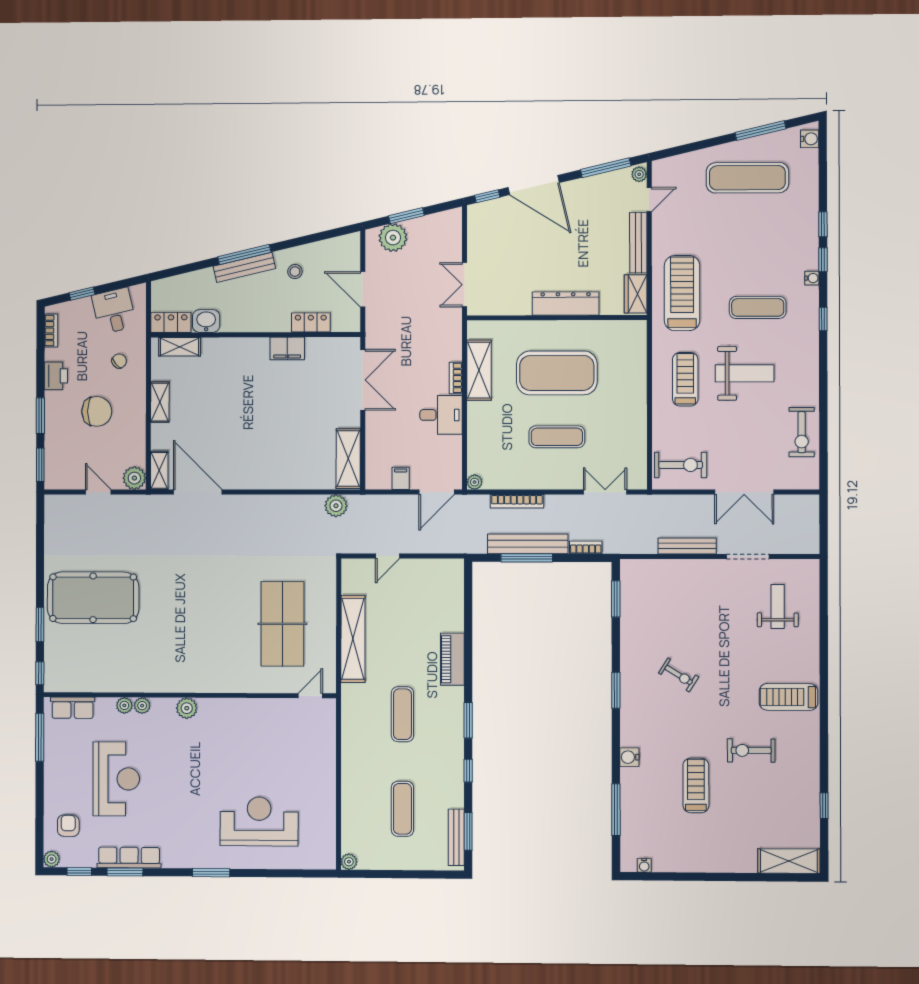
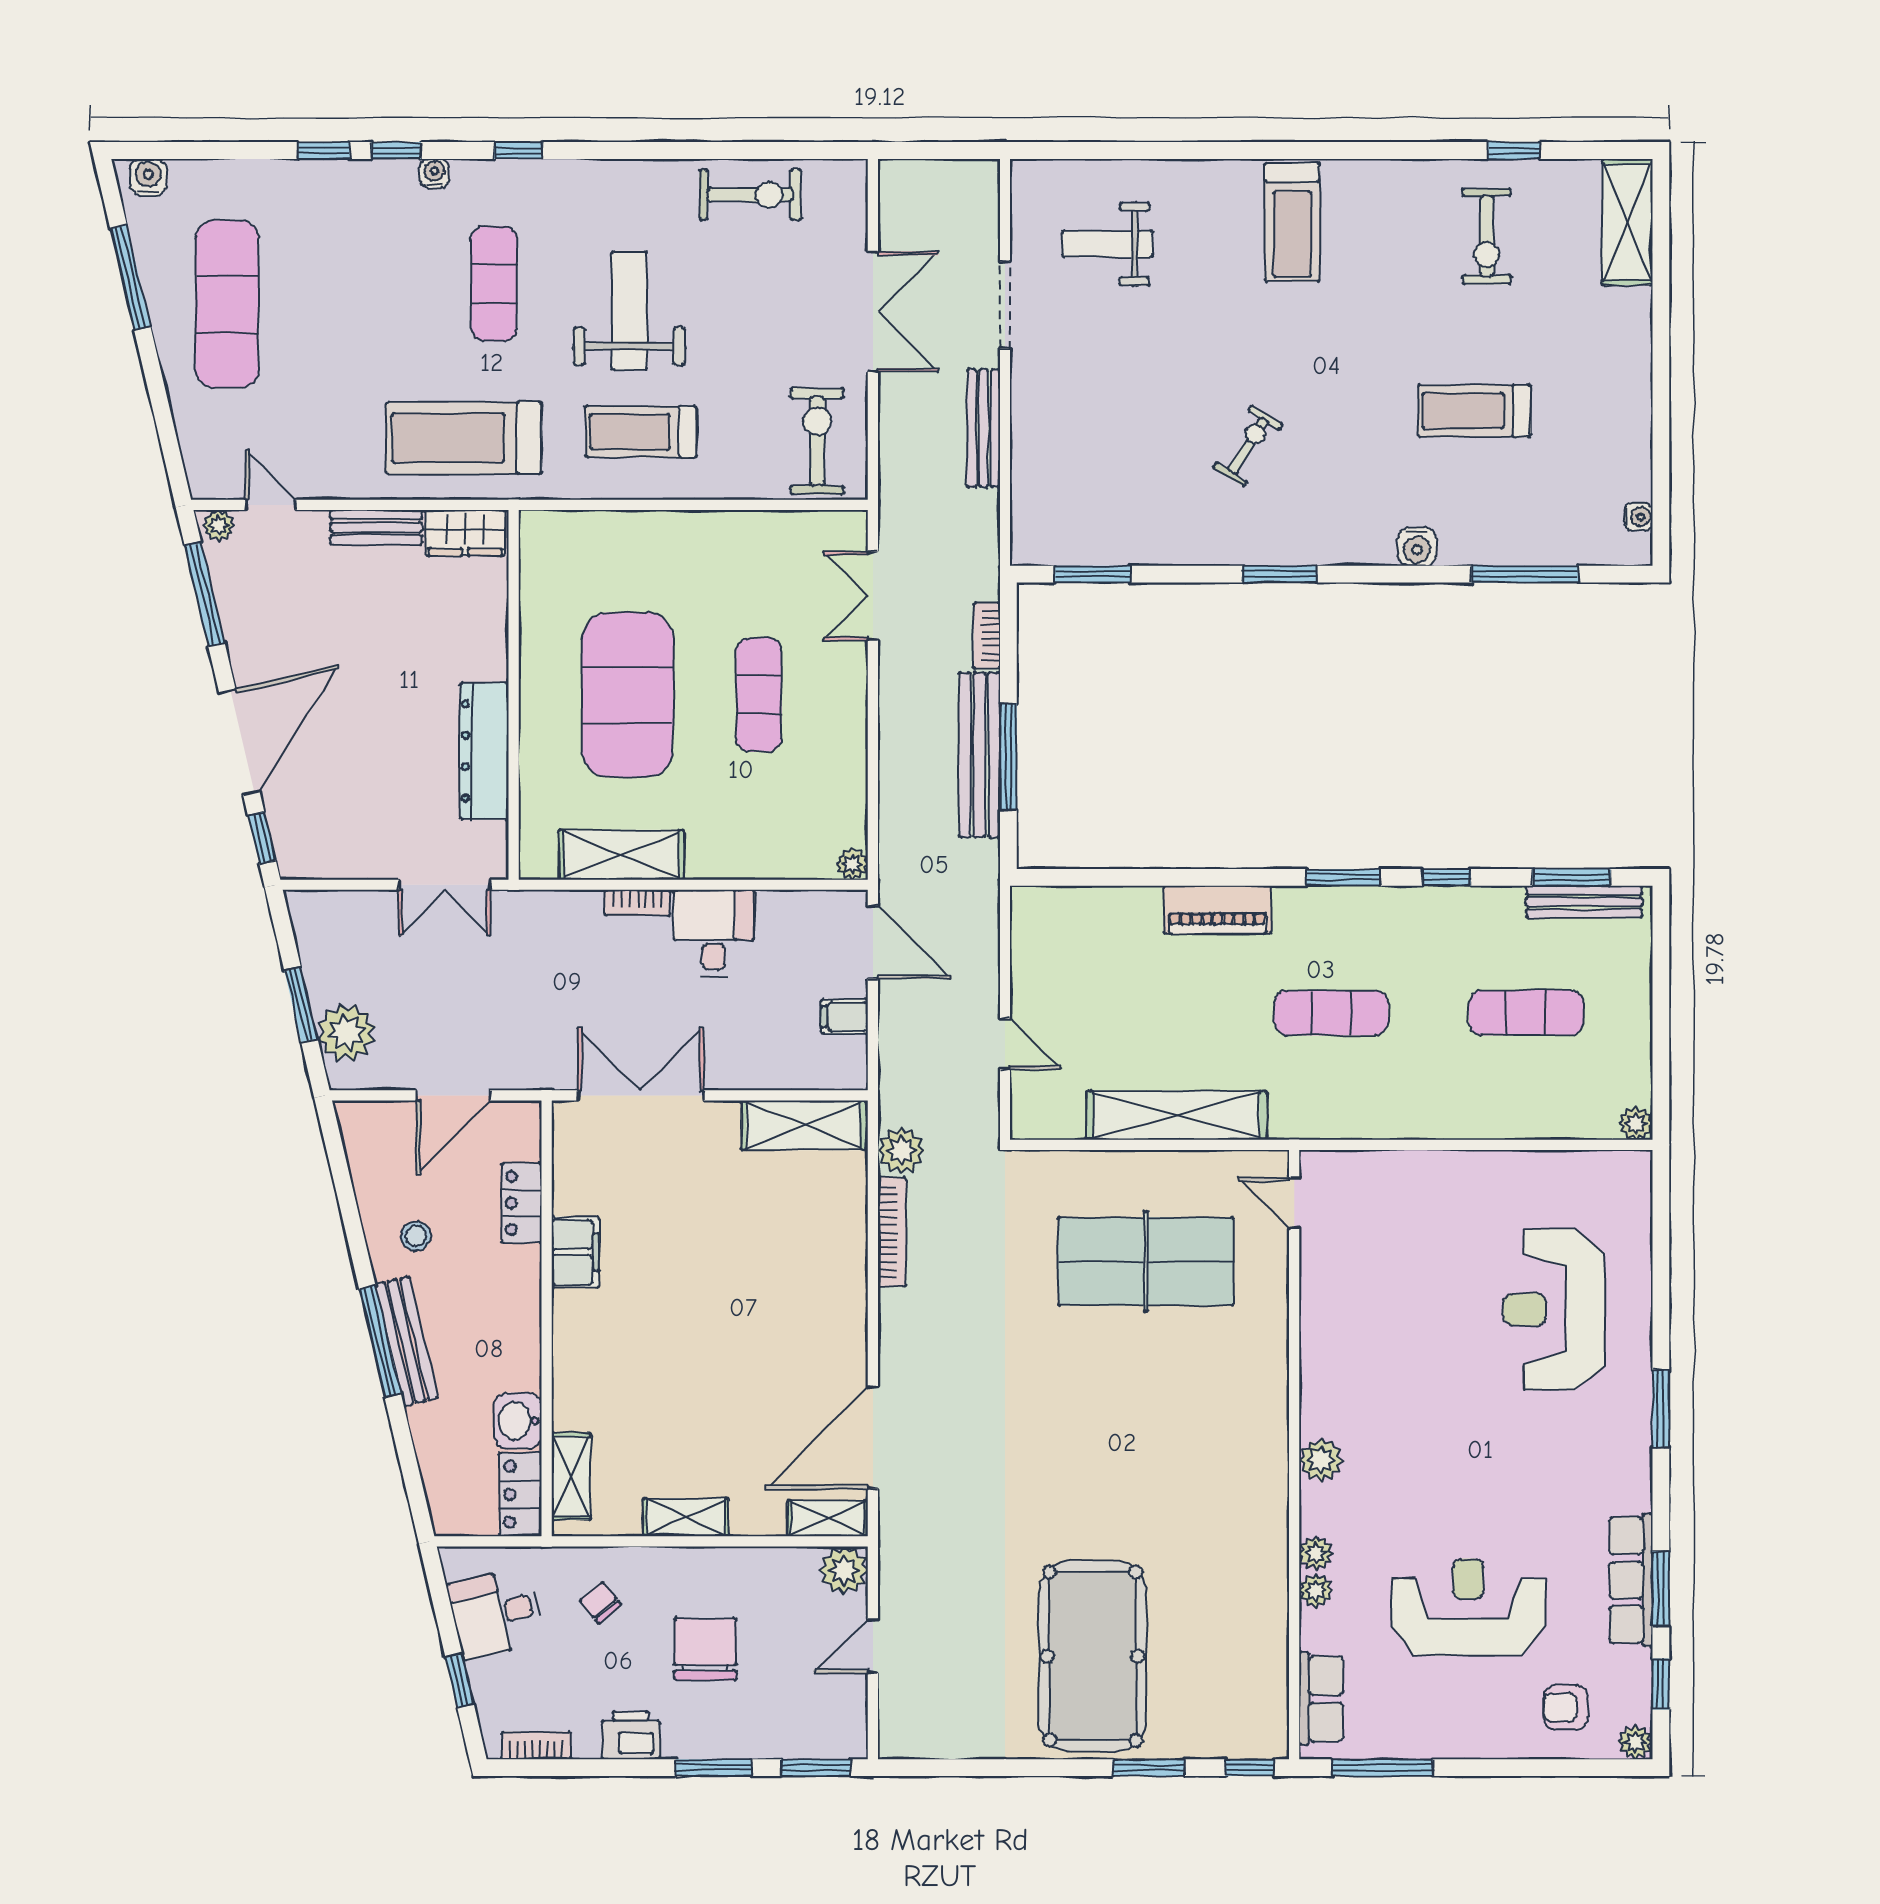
bench: (638, 243) -> (376, 527), width x0.73
dresser: (566, 303) -> (484, 751), moved
bookcase: (517, 501) -> (892, 1232), moved
exercise bike: (751, 750) -> (1487, 236), moved

